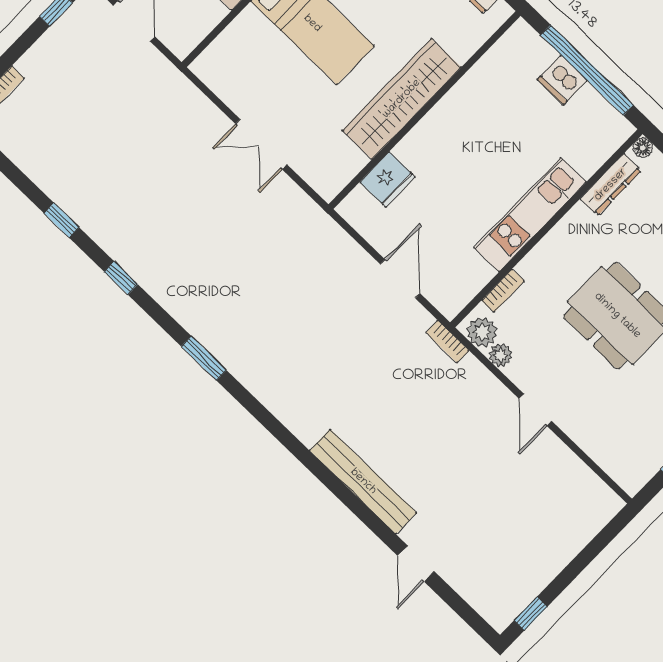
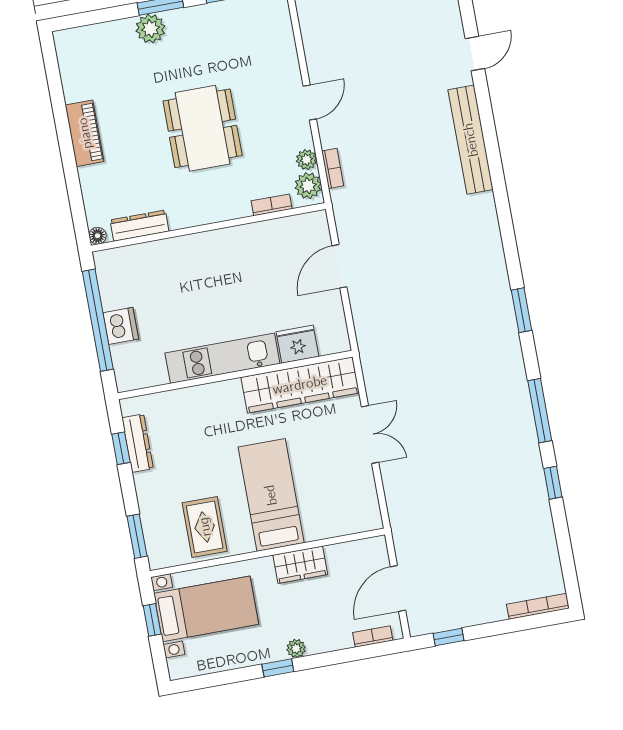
wardrobe: (402, 99) -> (300, 385), moved
kitchen unit: (530, 215) -> (222, 358), moved, turned 180
window: (121, 278) -> (540, 411), width x2.17
bookcase: (447, 342) -> (333, 168), moved

